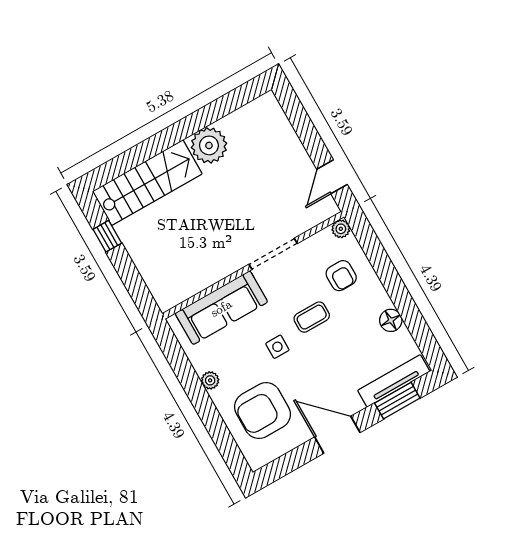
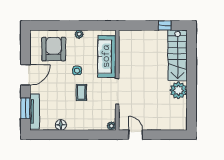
armchair: (341, 276) -> (92, 115), removed

